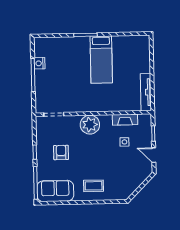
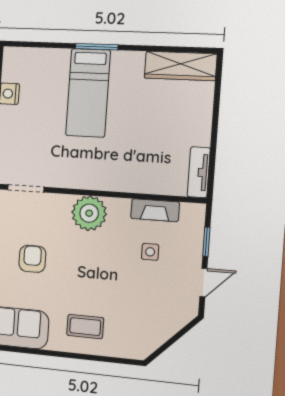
wardrobe: (131, 42) -> (181, 66), added
bed: (101, 60) -> (88, 93), moved
tv unit: (146, 92) -> (199, 172), width x0.71
door: (154, 155) -> (203, 283), swing flipped

